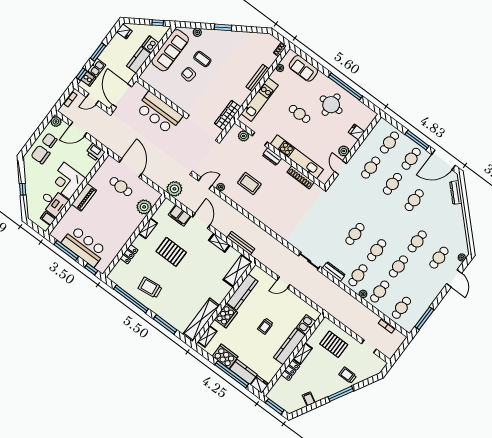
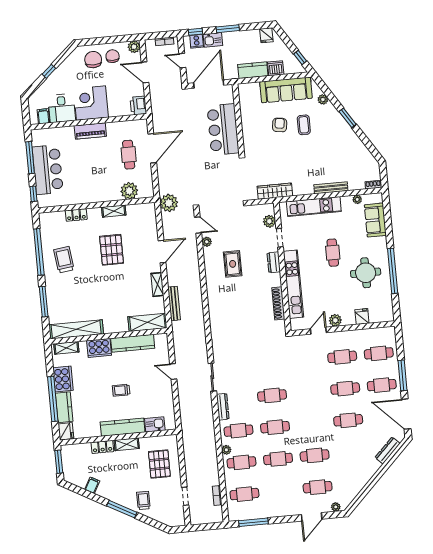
filing cabinet: (180, 215) -> (150, 228), removed

